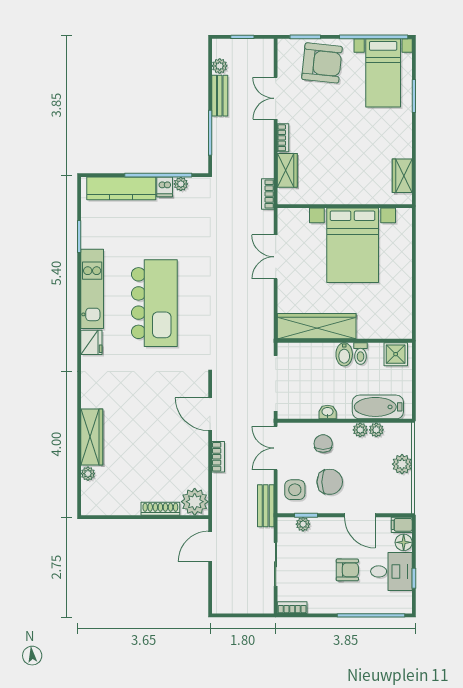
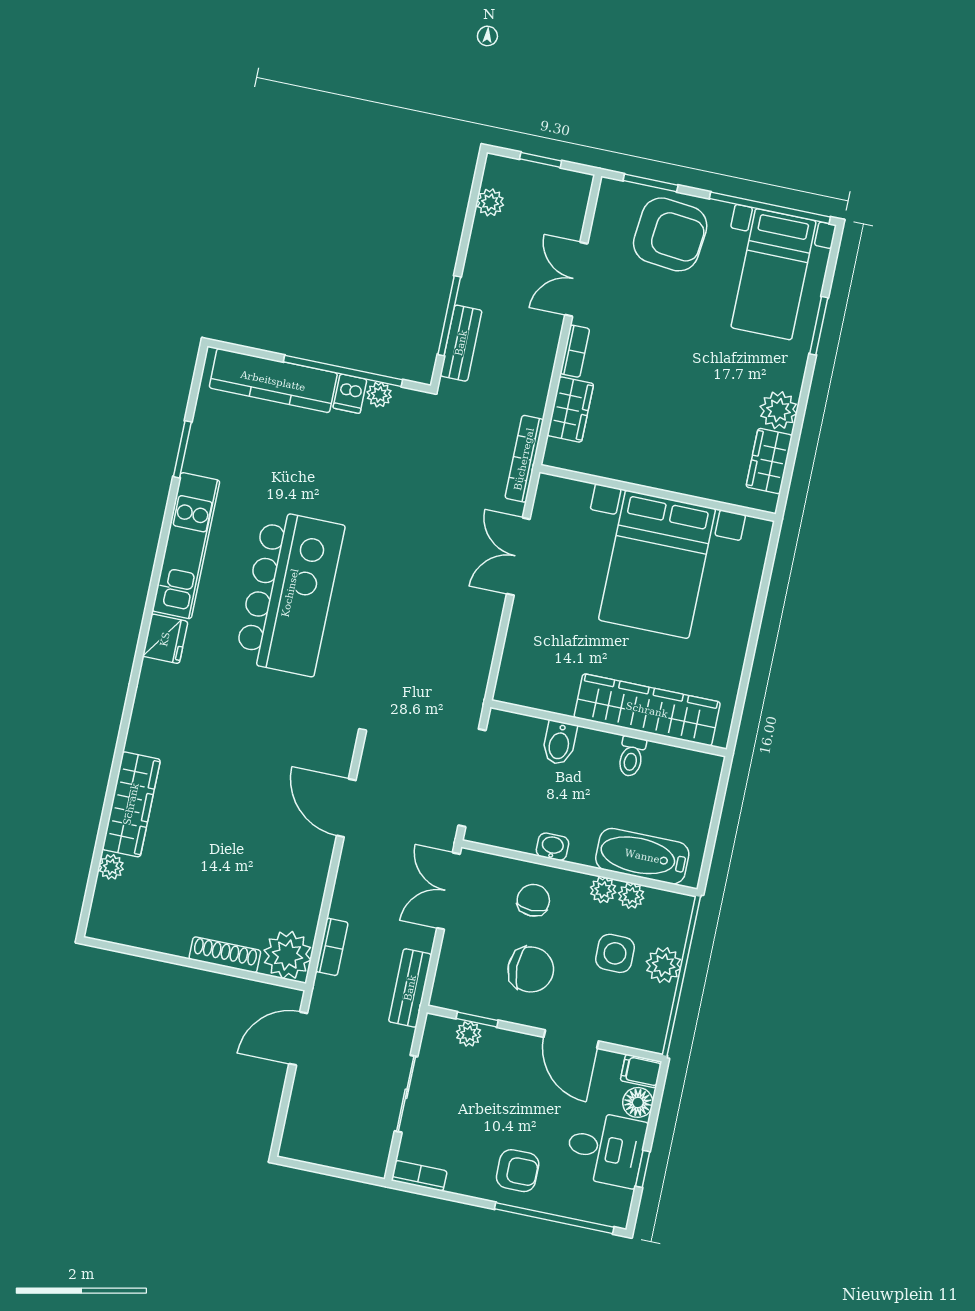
bench: (220, 96) -> (461, 343), moved
plant: (401, 147) -> (778, 410), added
bookcase: (268, 194) -> (524, 459), width x1.56
wardrobe: (317, 326) -> (647, 710), moved
bidet: (344, 354) -> (559, 743), moved
shower: (396, 354) -> (693, 770), removed
bookcase: (218, 457) -> (332, 947), moved
side table: (295, 490) -> (615, 953), moved
armchair: (347, 570) -> (518, 1171), moved

